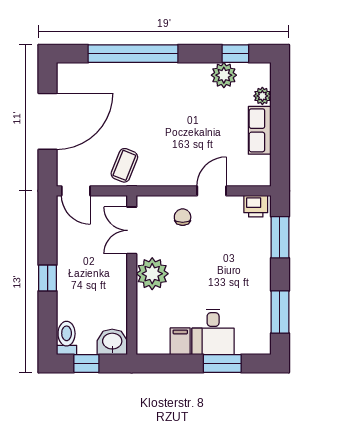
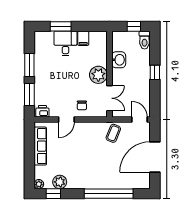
plant: (262, 96) -> (39, 184), moved
row of seats: (260, 130) -> (40, 146), width x1.48
window: (280, 312) -> (29, 65), moved
washbasin: (112, 342) -> (119, 60), moved, turned -90

